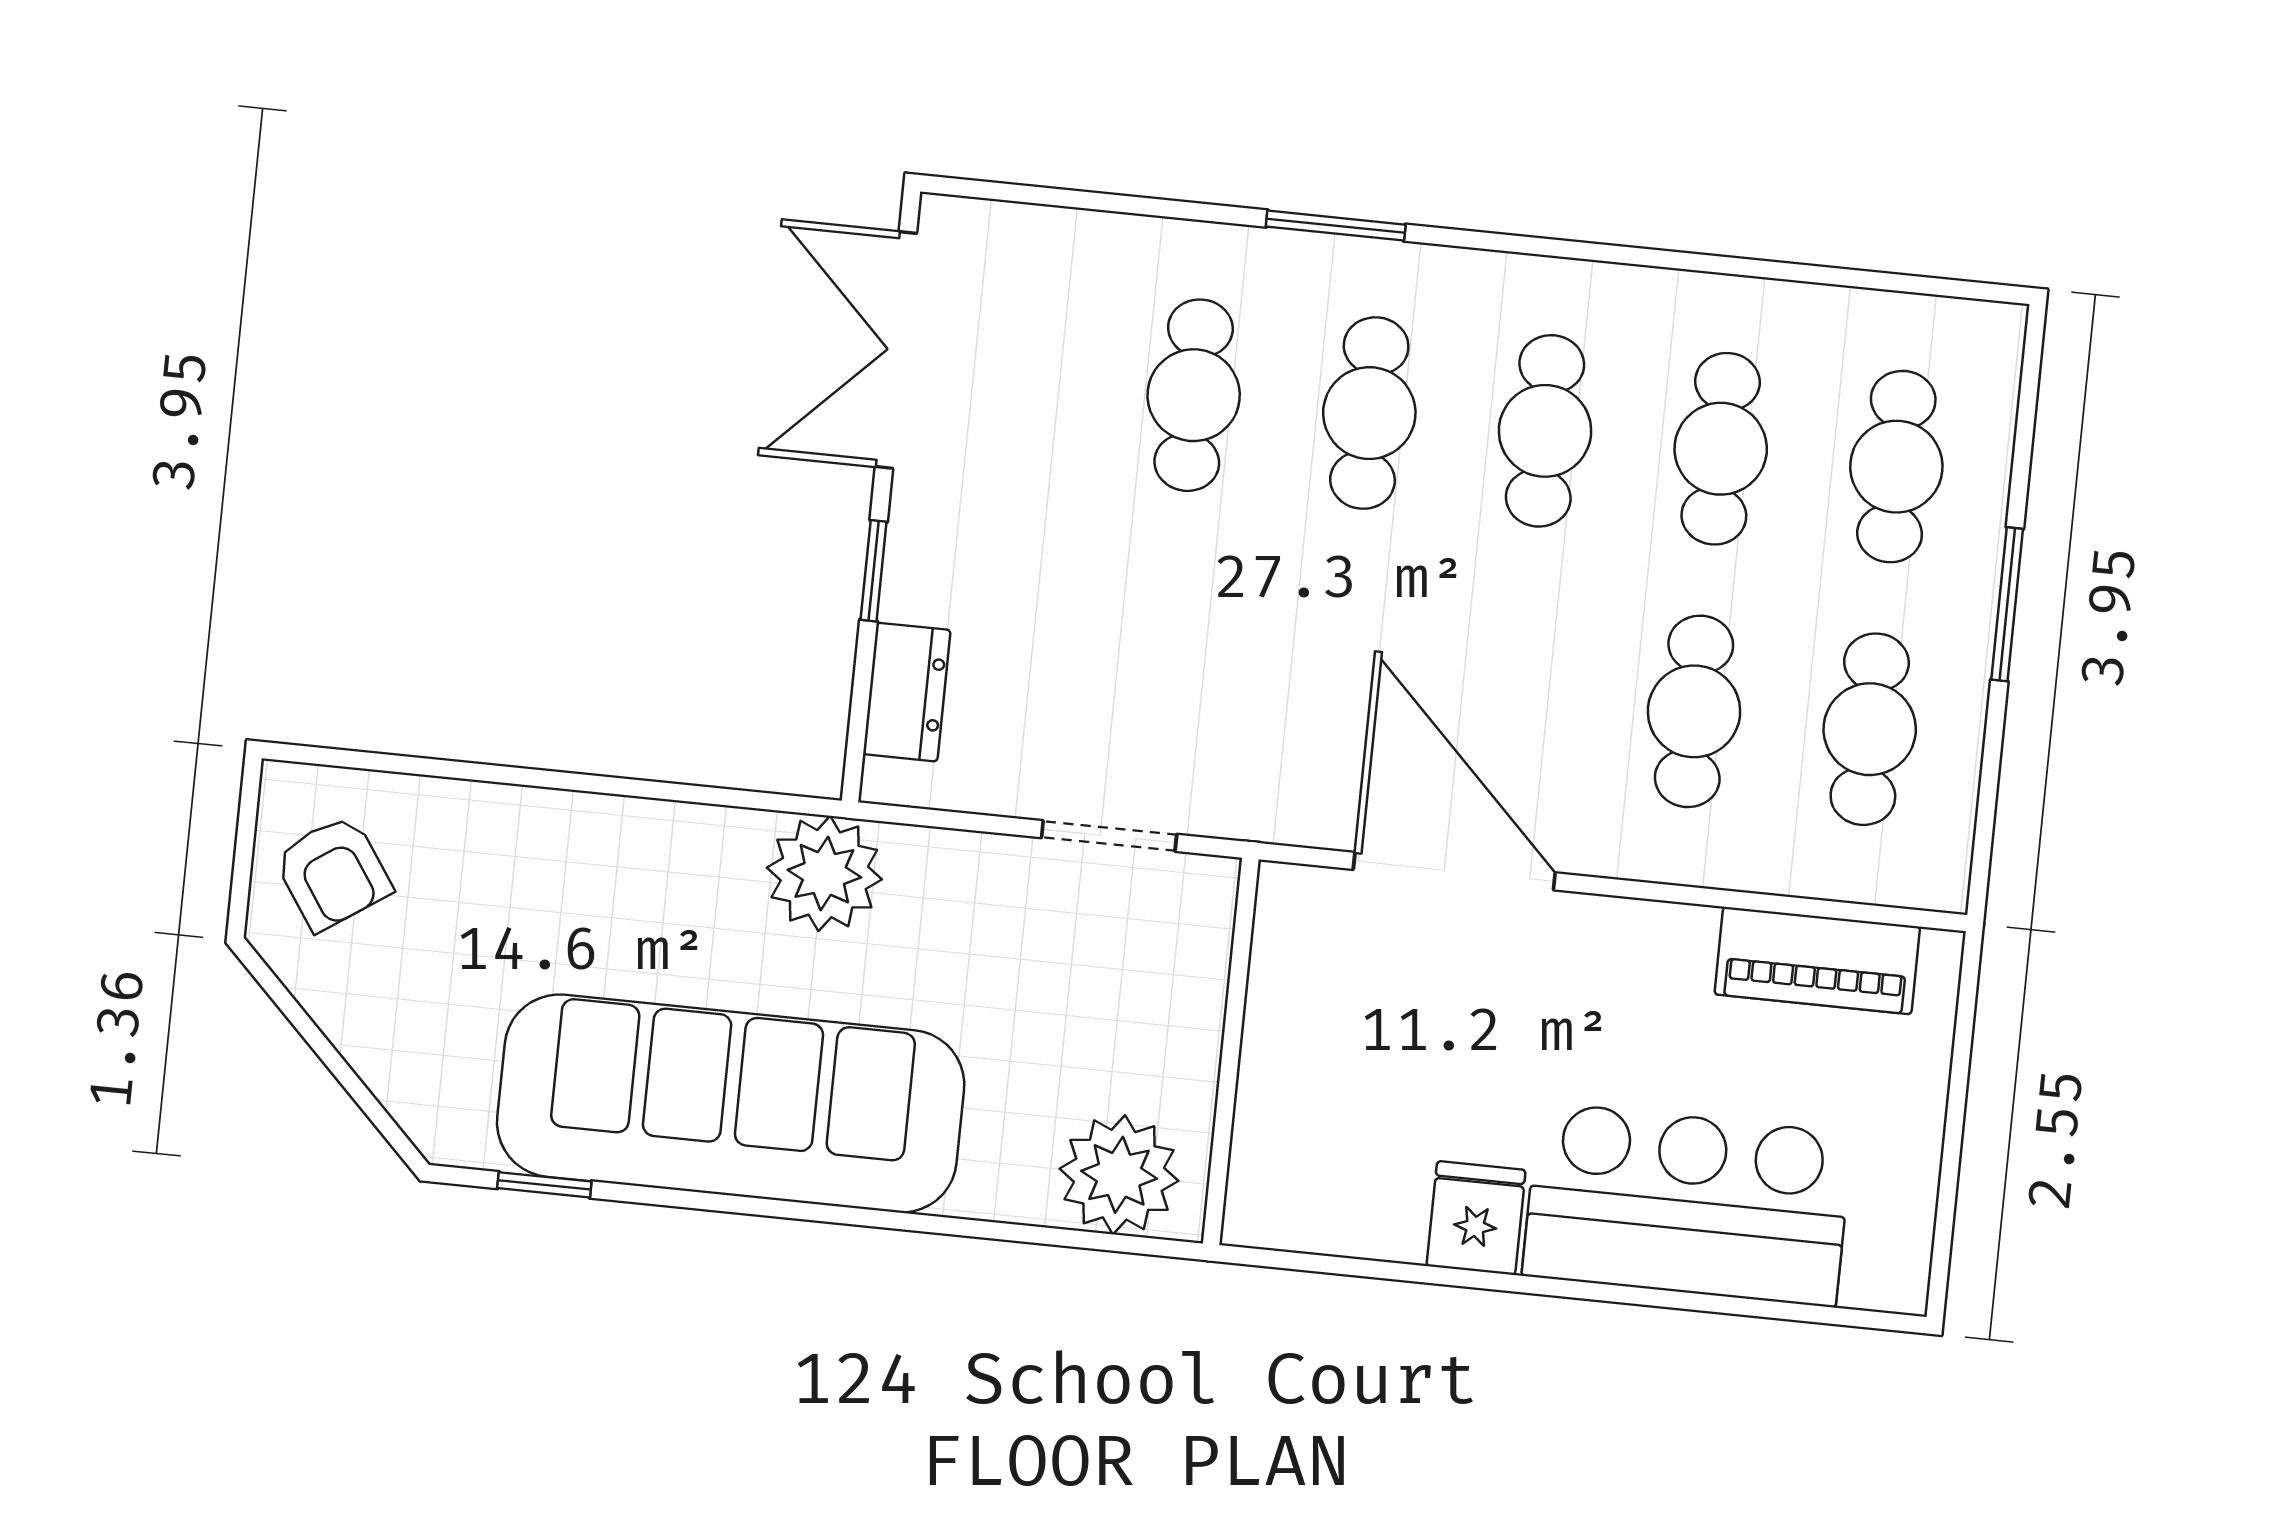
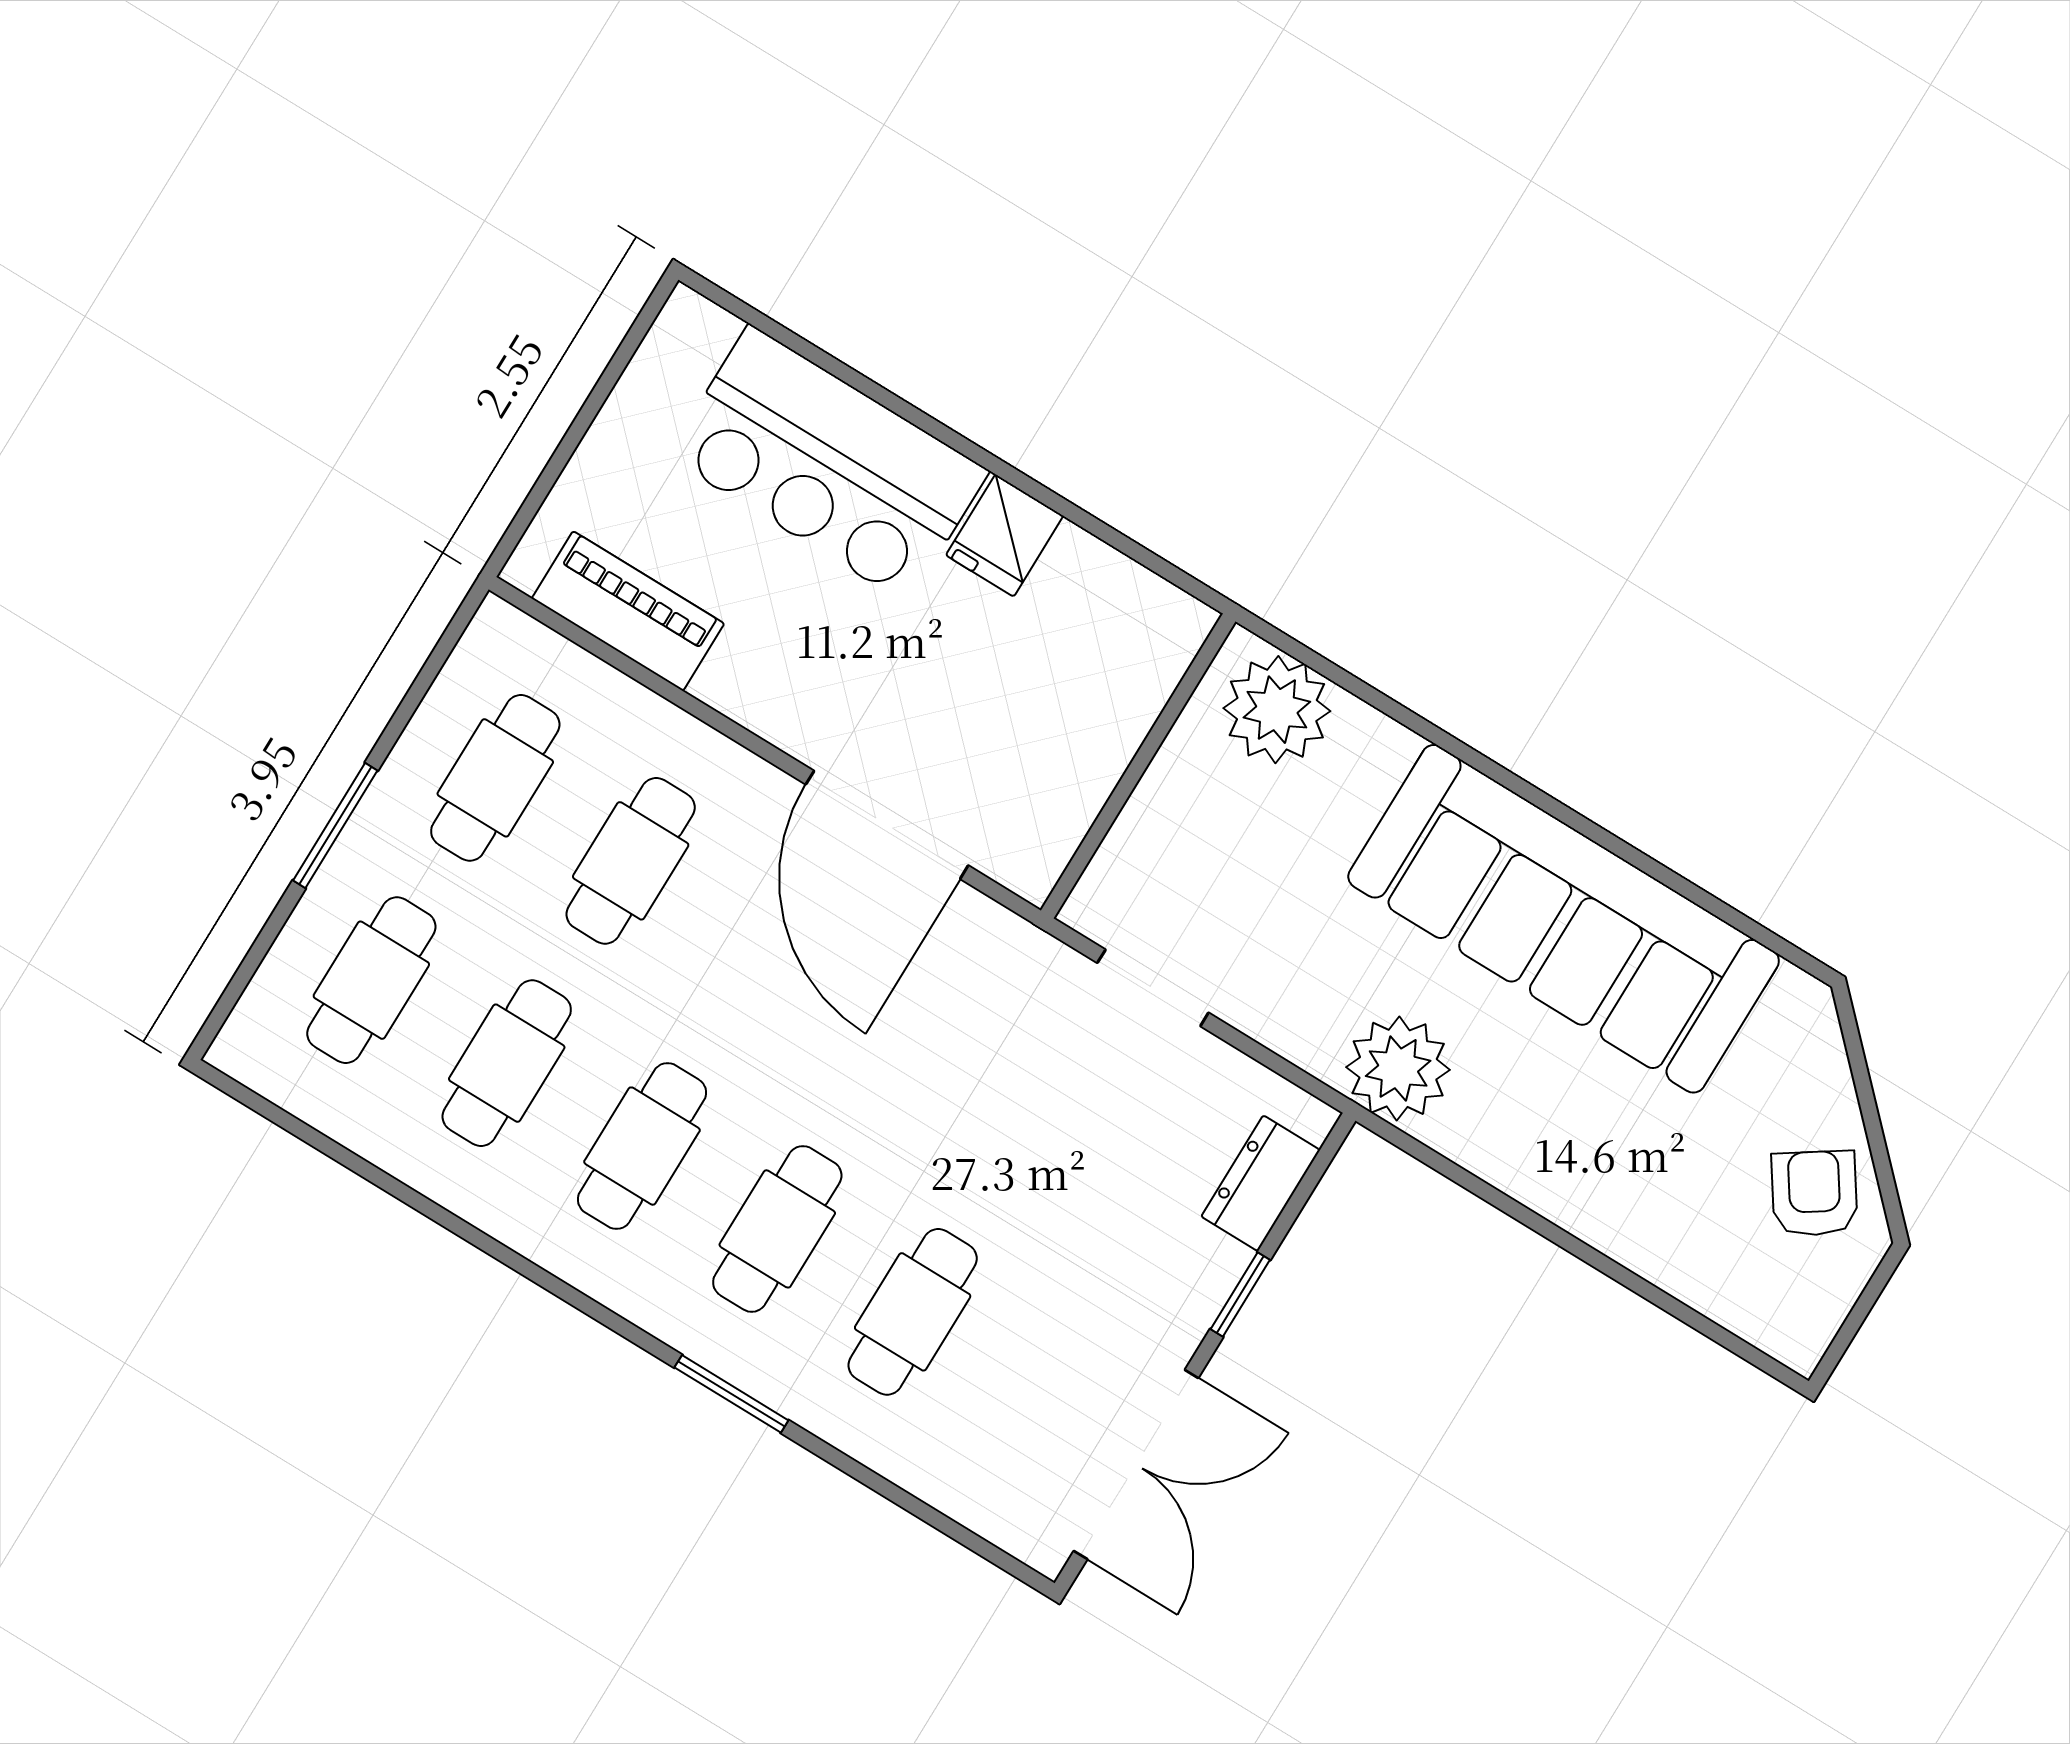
armchair: (333, 873) -> (1814, 1193), moved
window: (544, 1185) -> (1746, 926), removed

